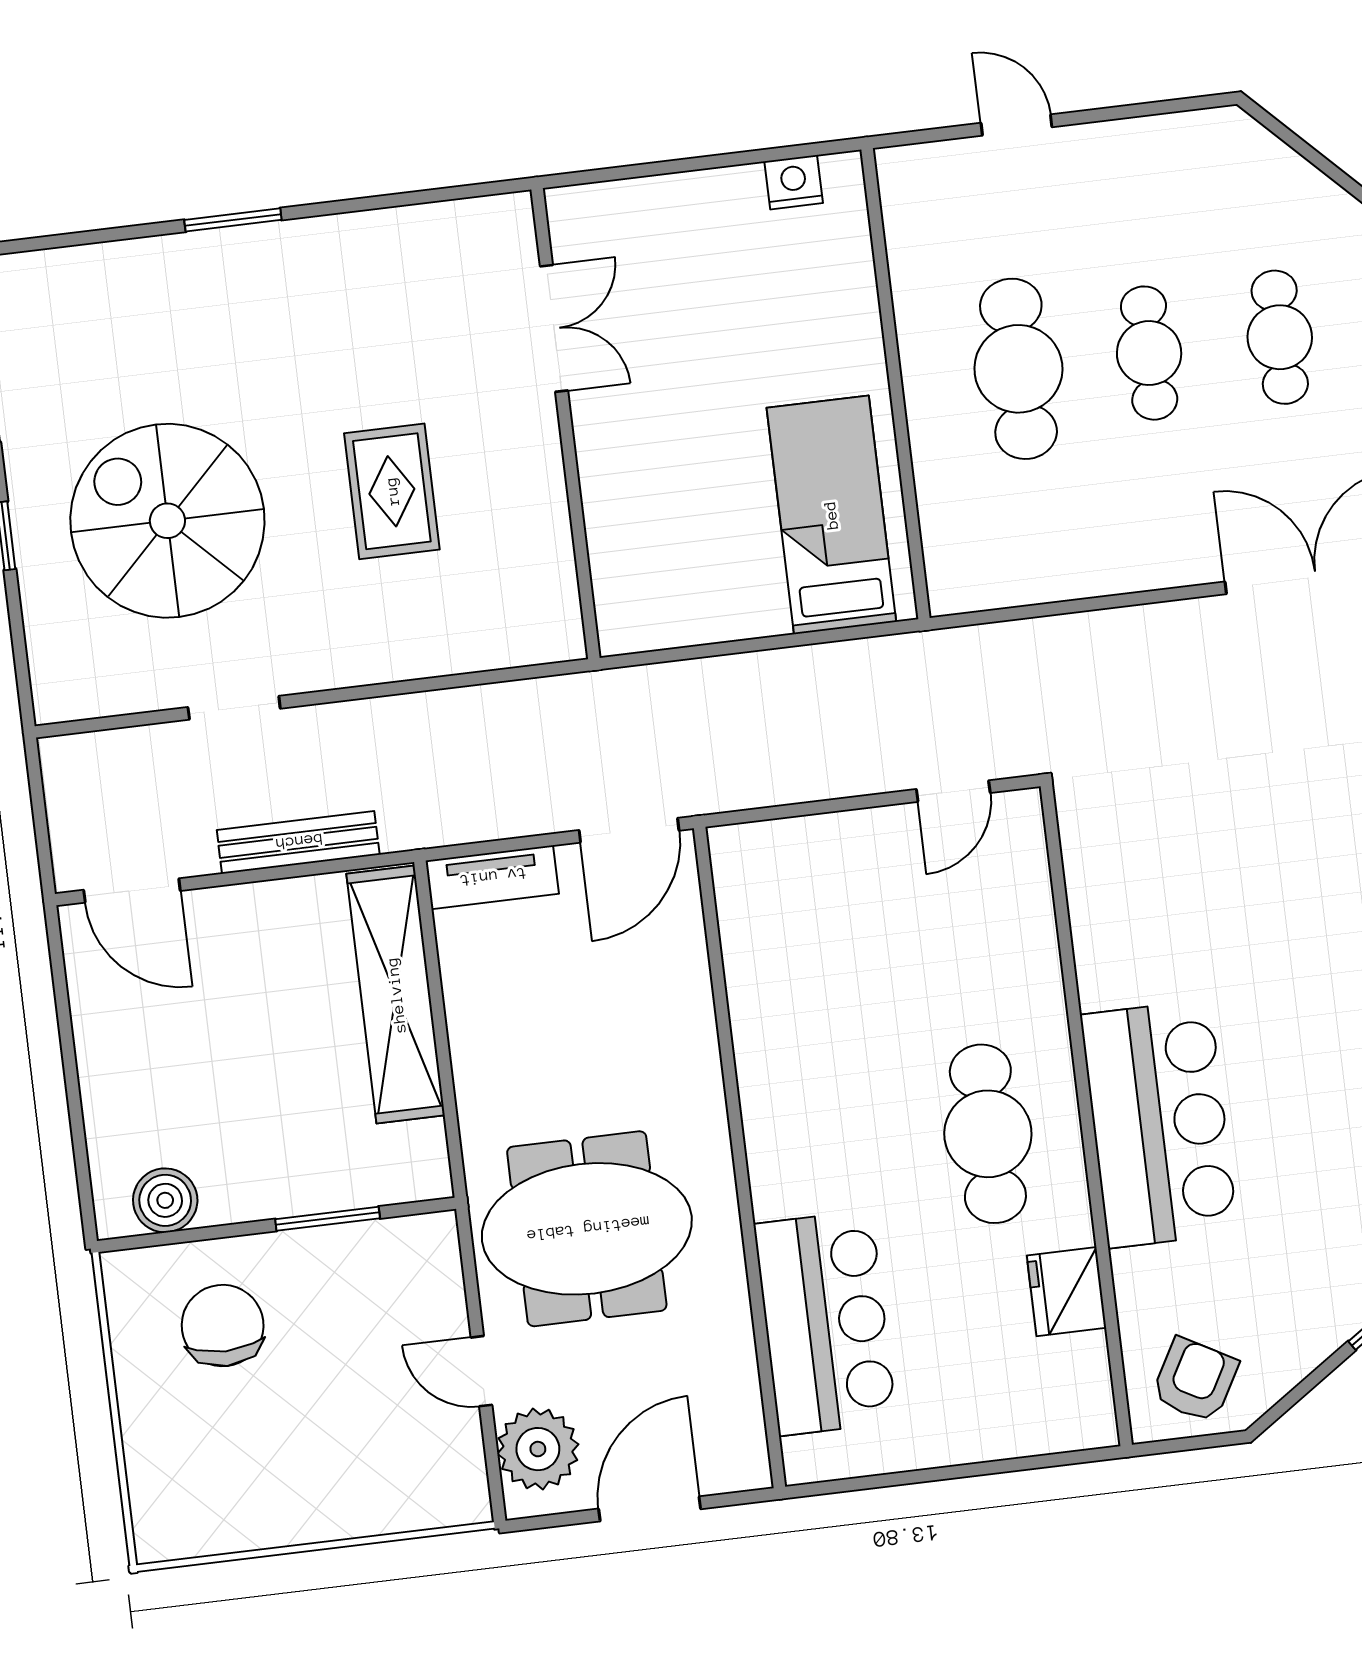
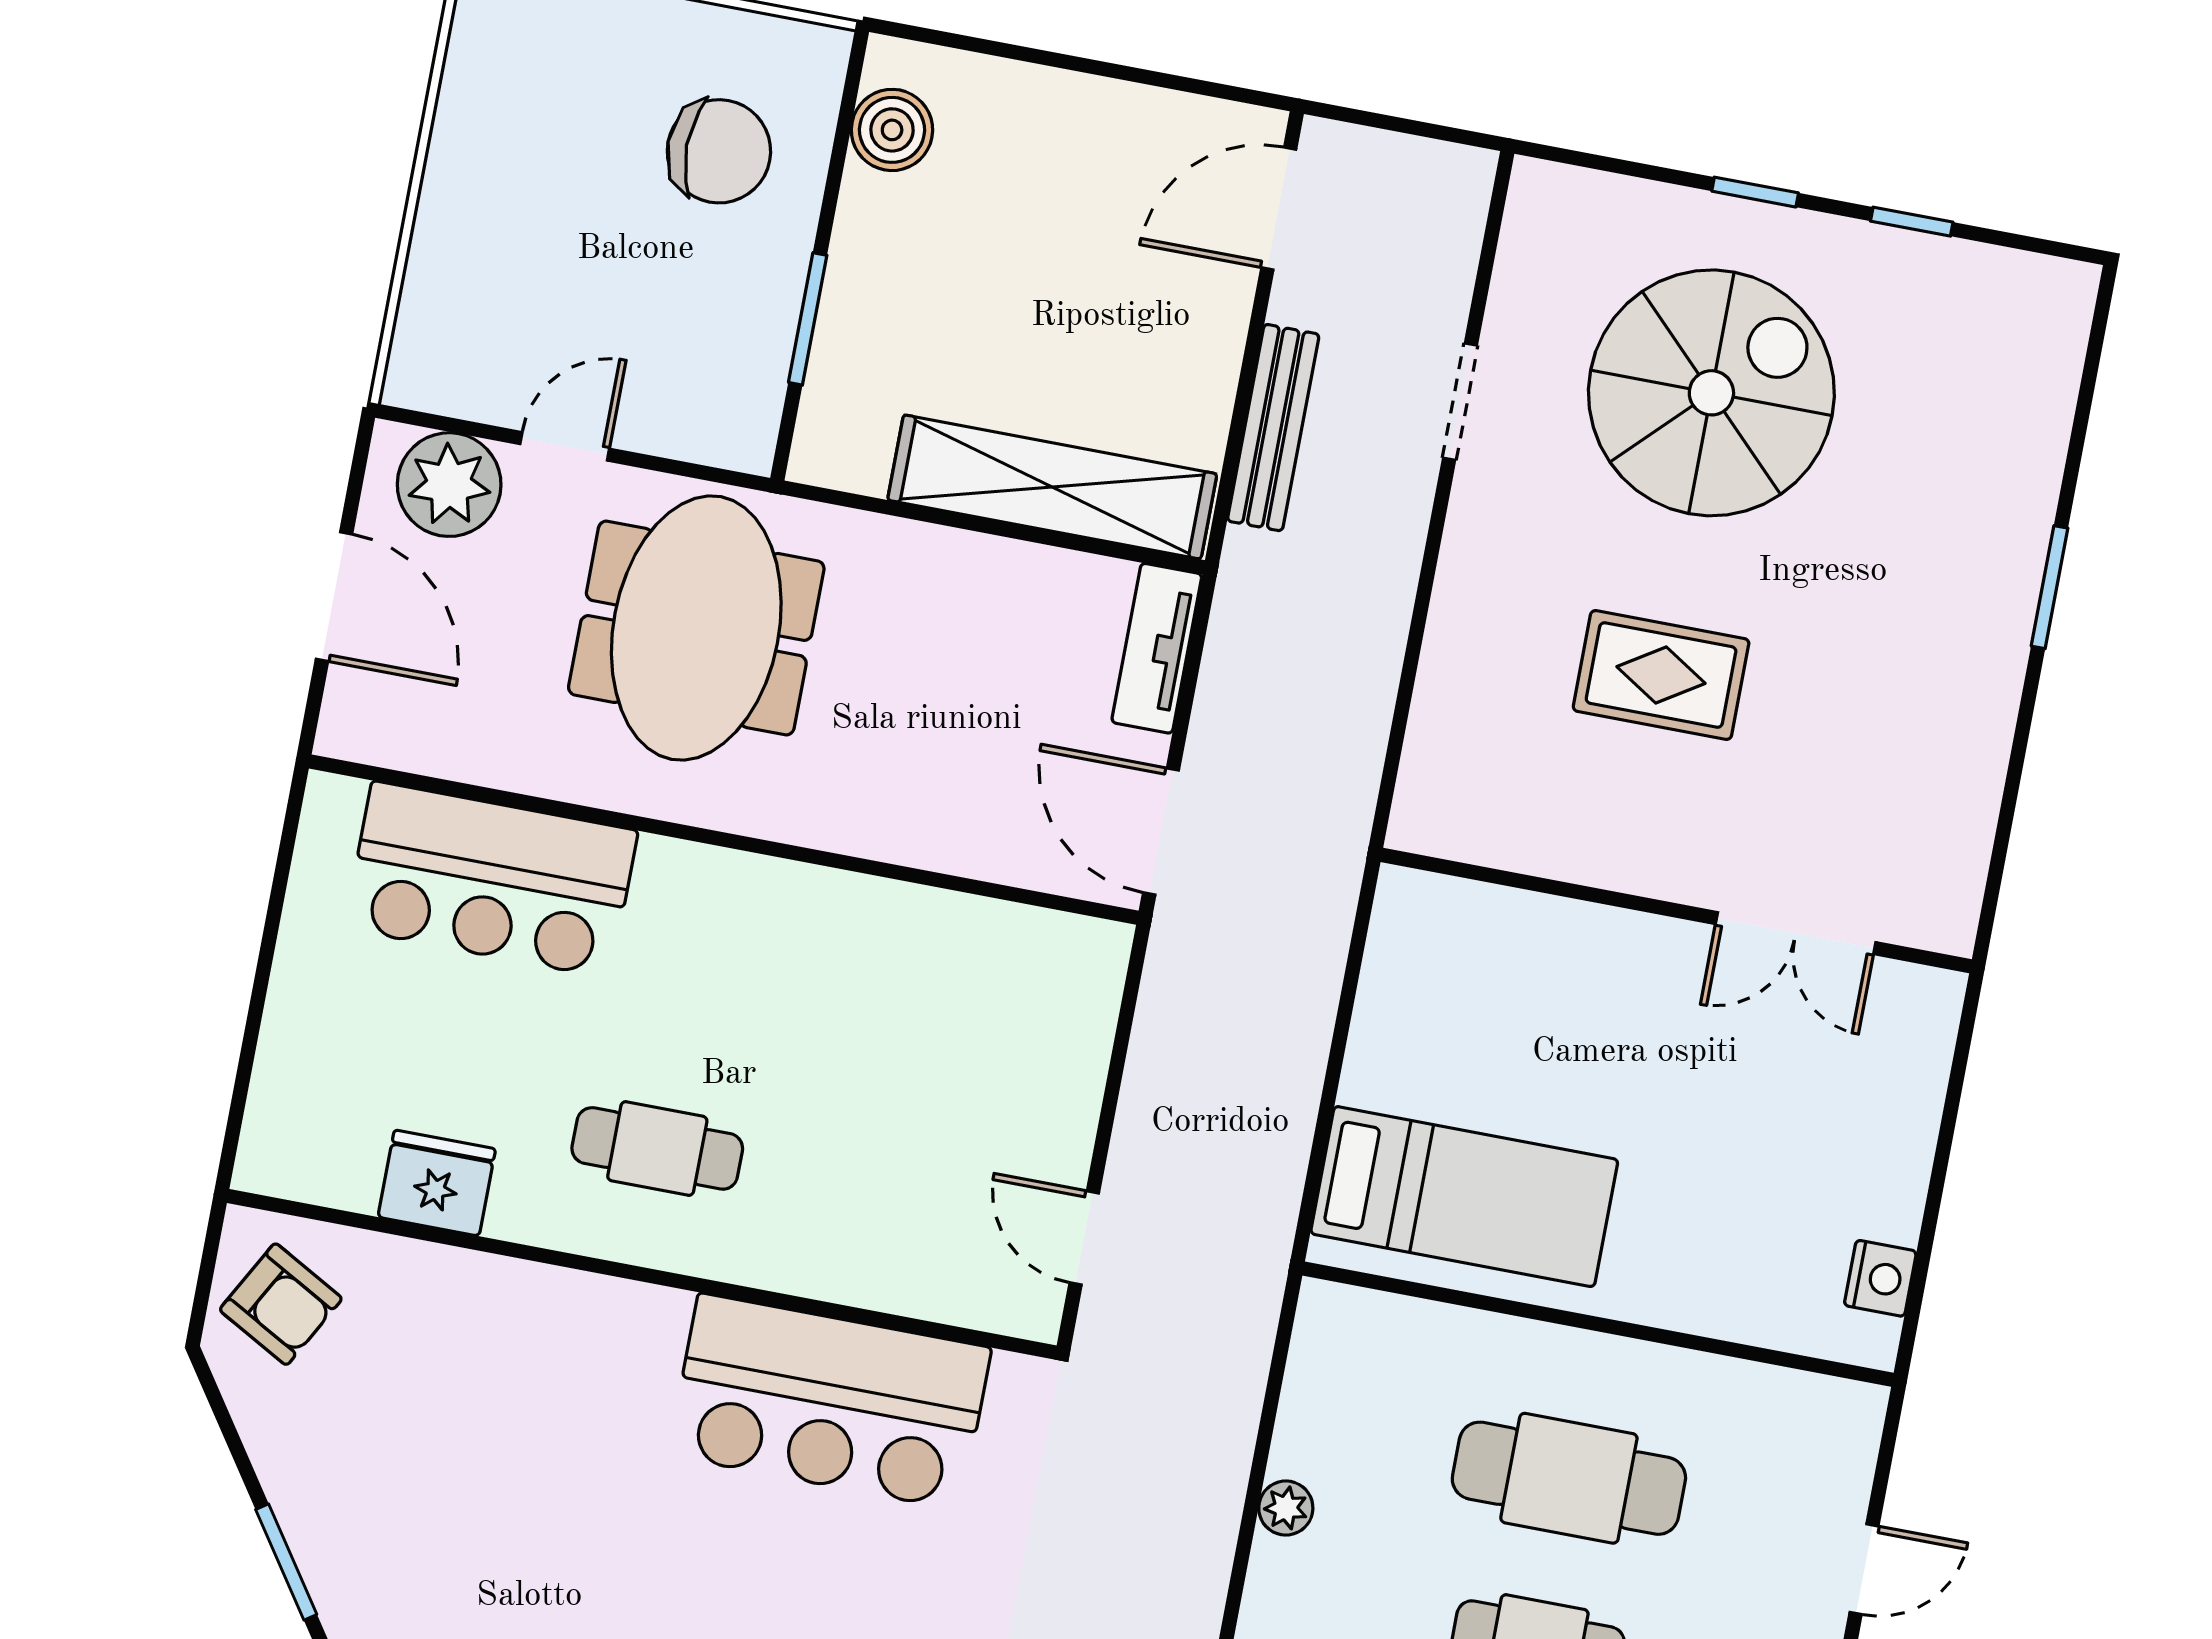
plant: (1108, 575) -> (1286, 1508), added
bar counter: (1159, 1124) -> (830, 1402), moved
cafe table: (988, 1134) -> (657, 1148), width x0.73, depth x0.74

